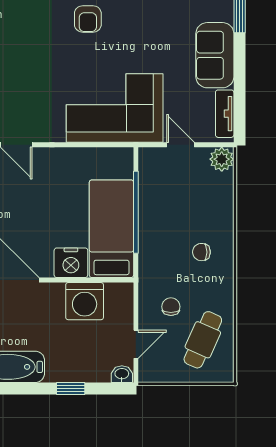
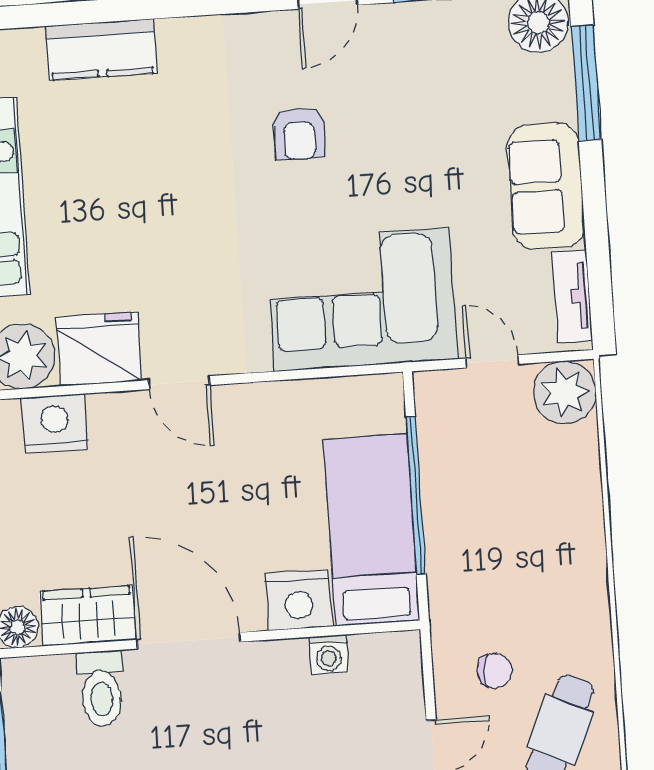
plant: (222, 159) -> (565, 392), width x1.36, depth x1.36
chair: (201, 252) -> (546, 563), removed
washing machine: (85, 301) -> (329, 655), width x0.53, depth x0.53
chair: (171, 307) -> (495, 671), turned 93

